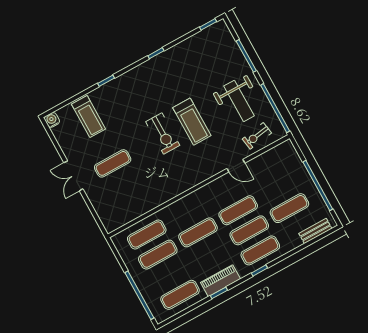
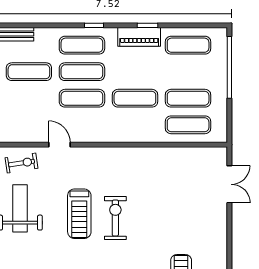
treadmill: (192, 122) -> (79, 214), turned 180
exercise mat: (113, 163) -> (183, 216), removed
double door: (73, 176) -> (229, 184), moved

